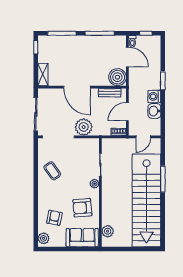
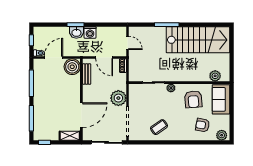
door: (77, 87) -> (81, 115), moved
washbasin: (154, 111) -> (76, 33), moved
stairs: (146, 200) -> (198, 40), width x0.73

